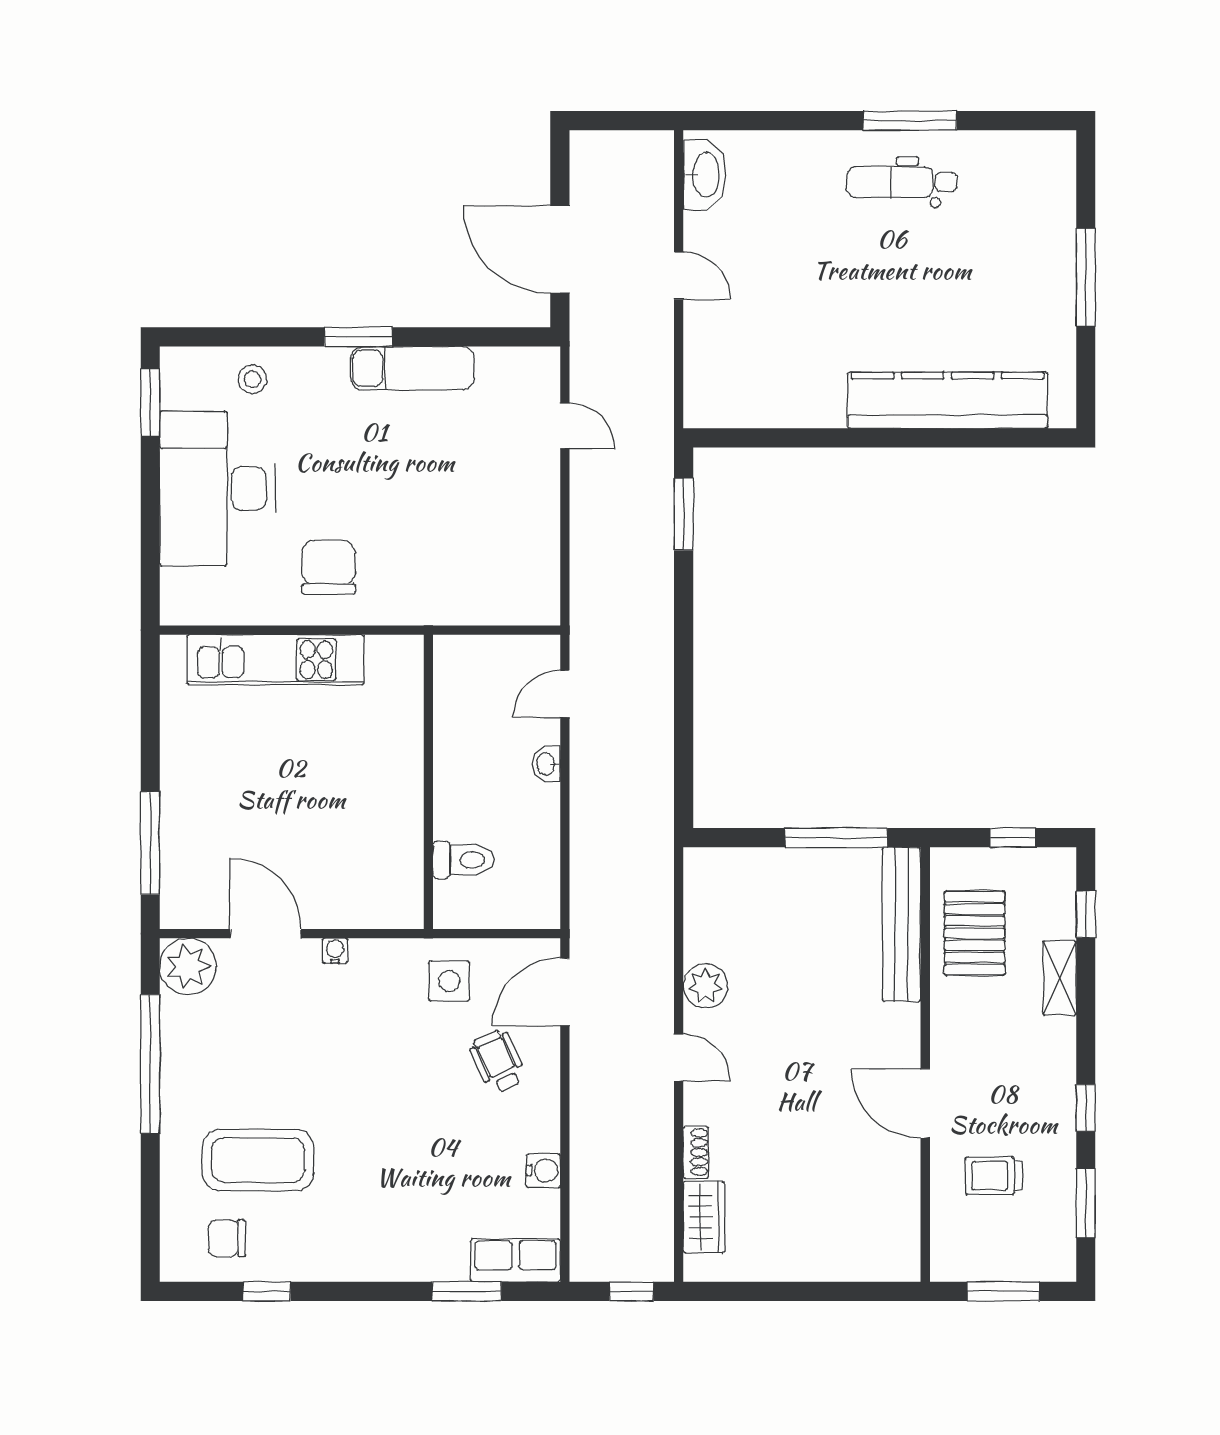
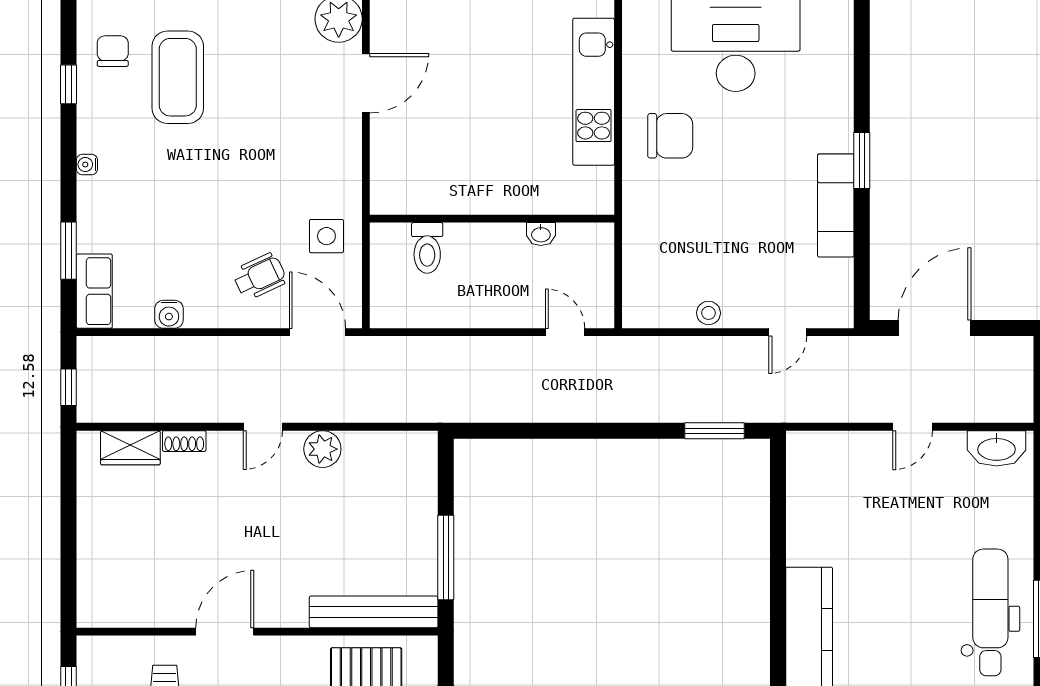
dental chair: (902, 182) -> (990, 612), width x1.36, depth x1.38
stool: (252, 379) -> (709, 313), moved
washbasin: (546, 764) -> (541, 234), moved, turned 180
water cooler: (335, 951) -> (87, 165), moved, turned 180

